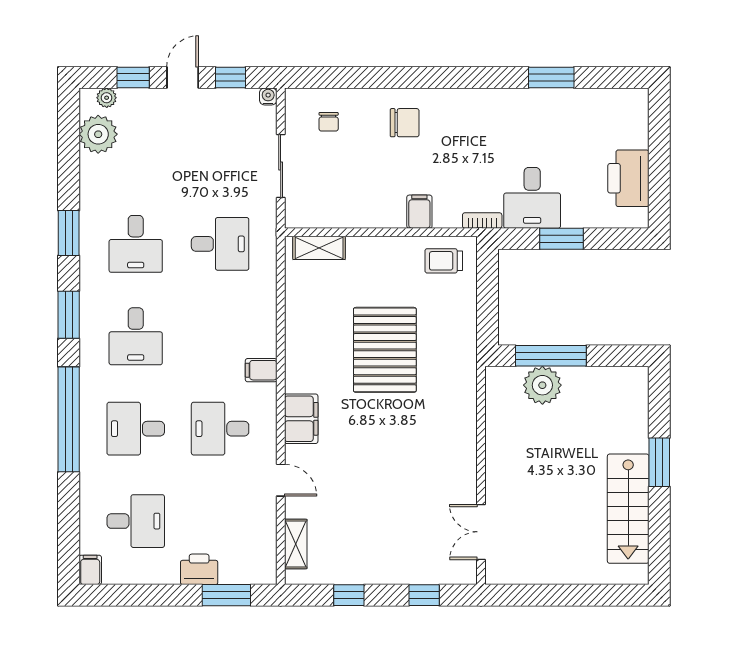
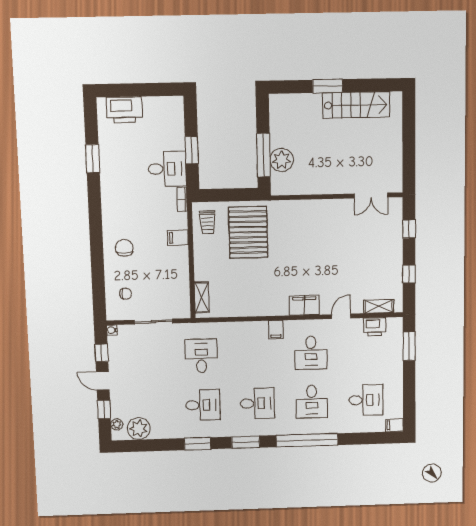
printer: (628, 178) -> (124, 110), moved
pallet: (385, 350) -> (248, 232), moved, turned 90
desk: (136, 521) -> (366, 400), turned 90
printer: (199, 569) -> (375, 327), moved, turned -90

